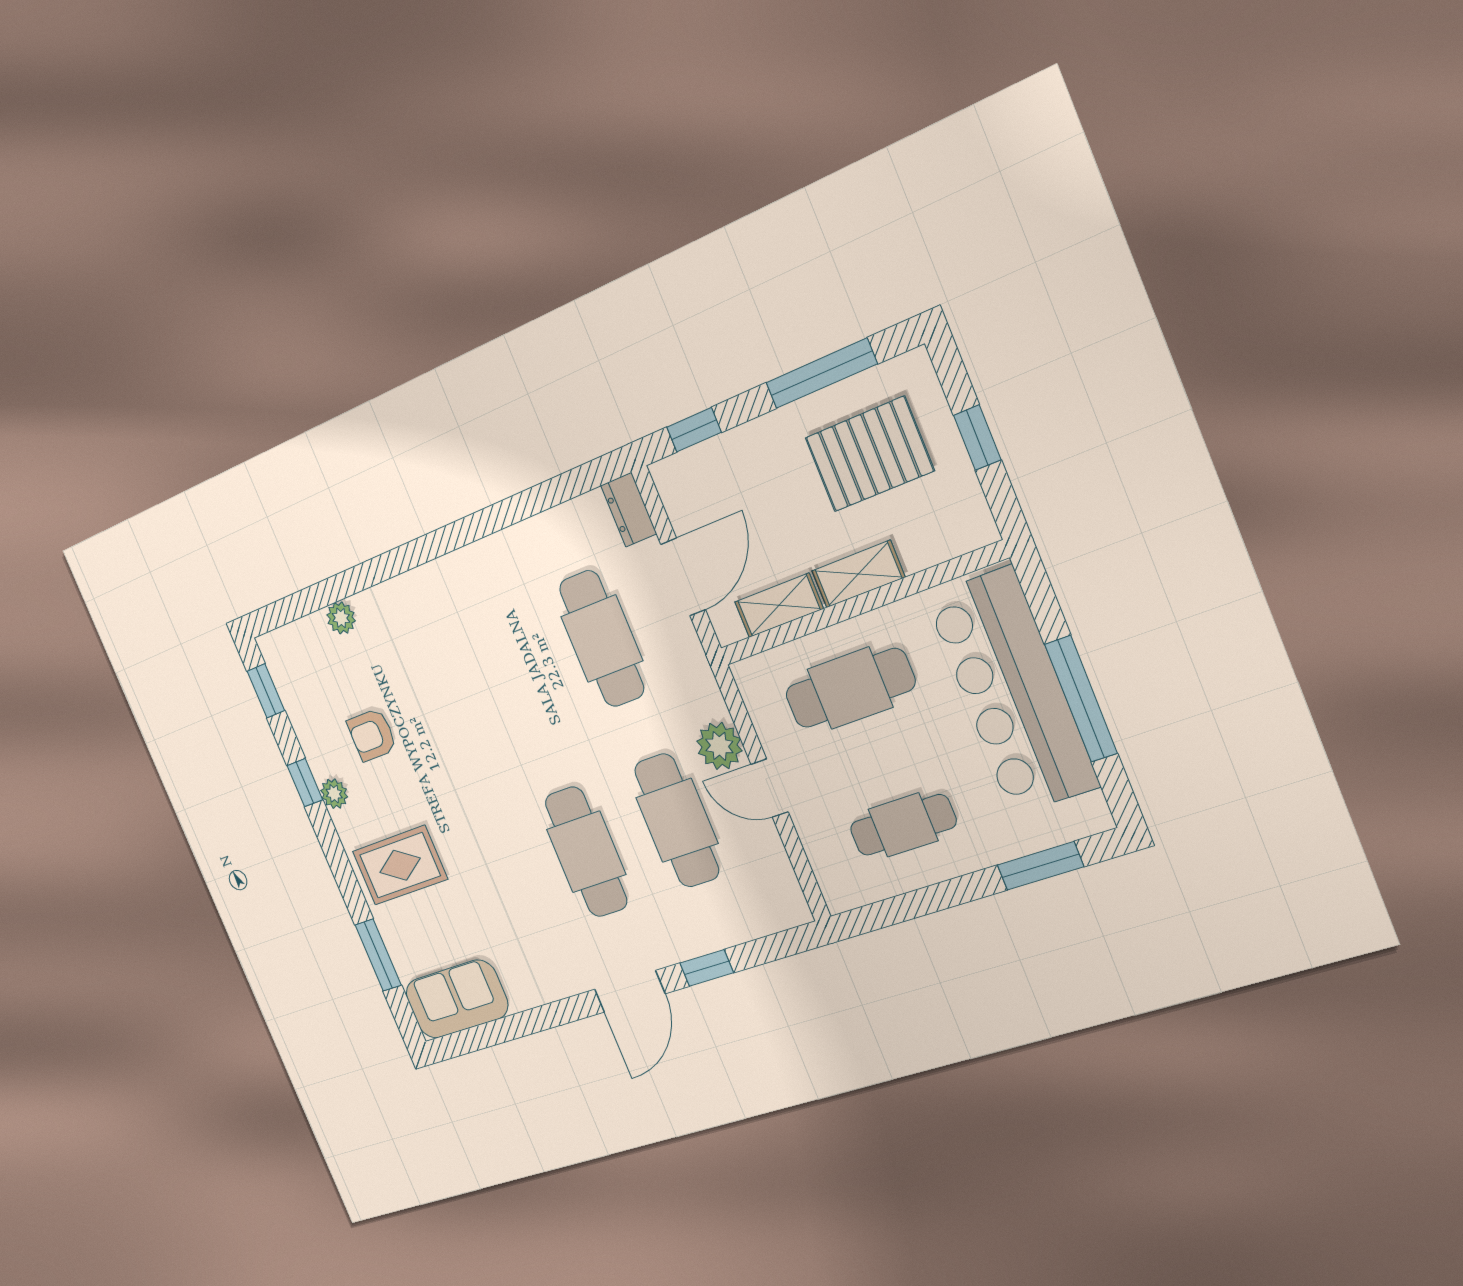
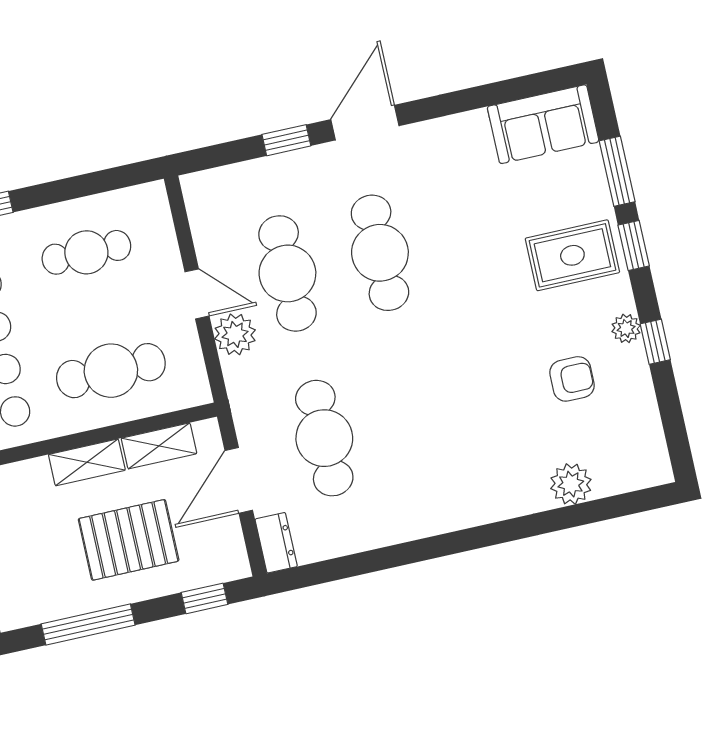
pallet: (869, 454) -> (129, 540), moved
plant: (341, 618) -> (571, 484), width x1.38, depth x1.38
window: (266, 691) -> (634, 245), moved

